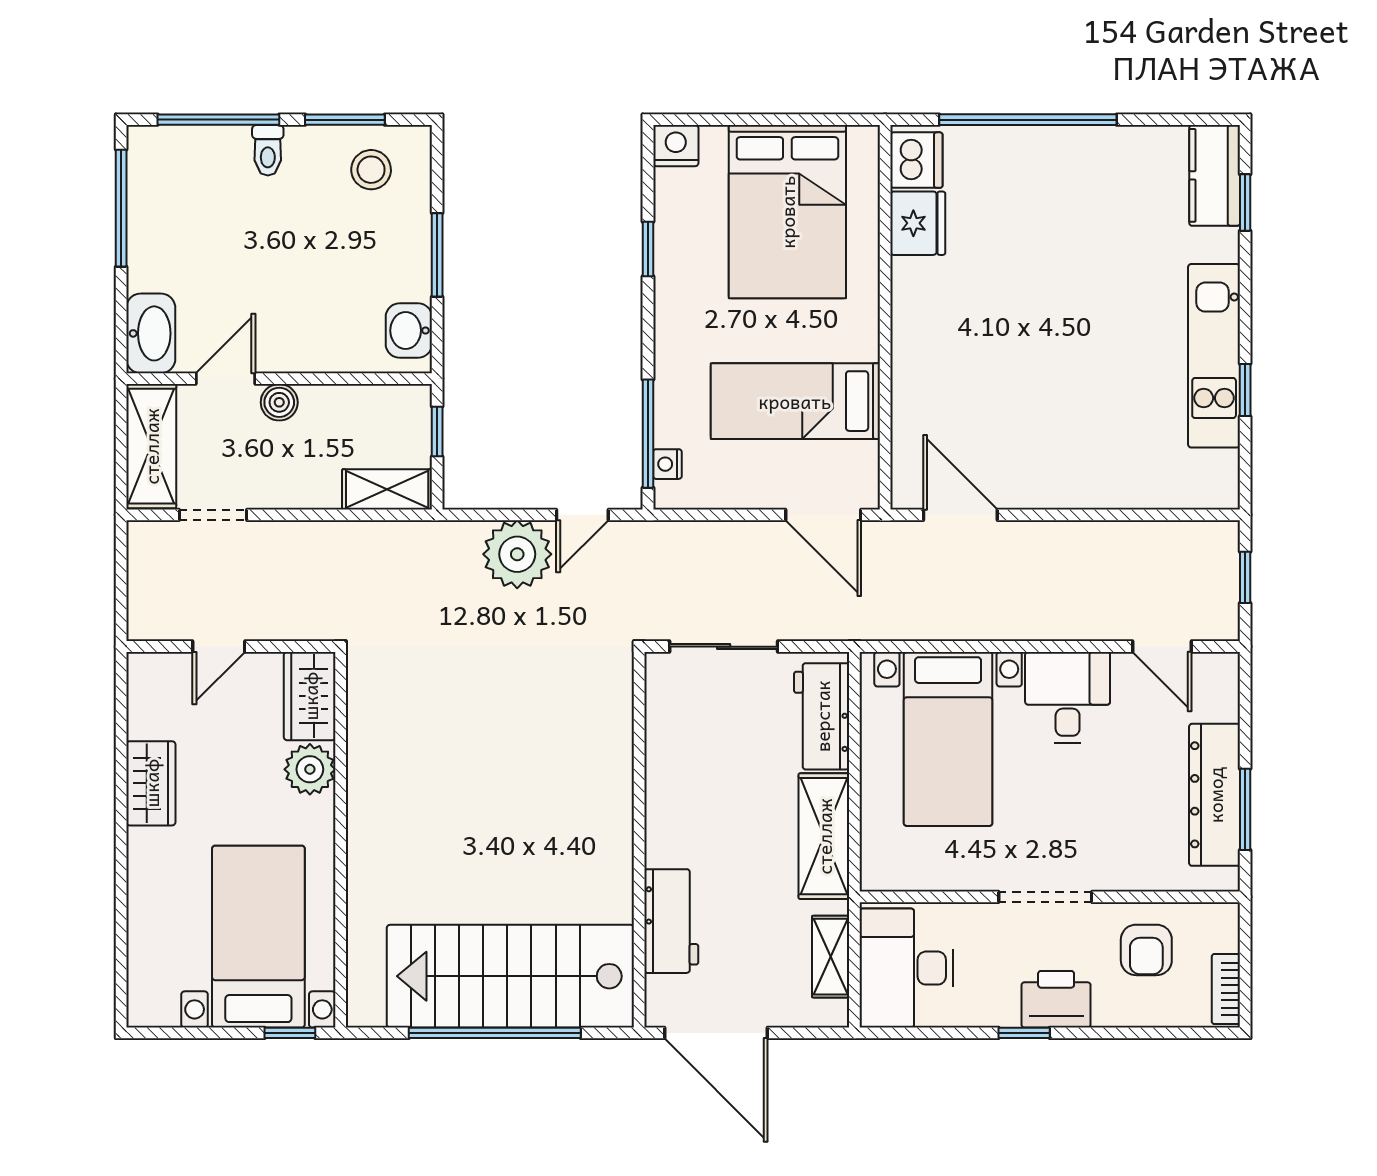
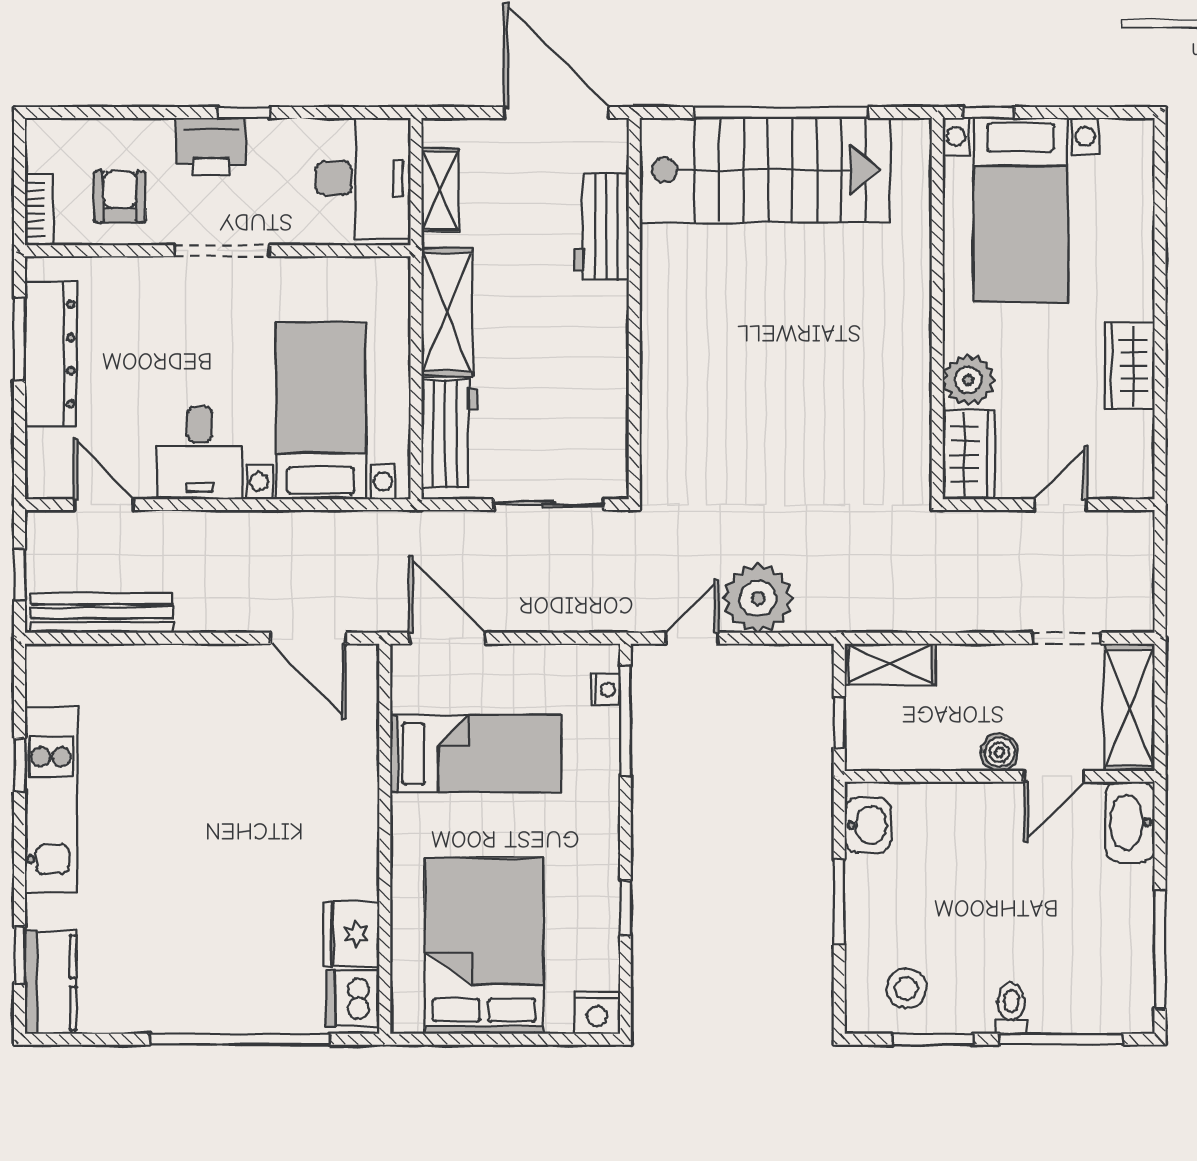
bench: (1164, 540) -> (102, 613), added
bookcase: (1226, 989) -> (39, 210), moved

